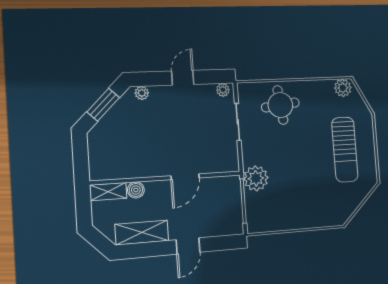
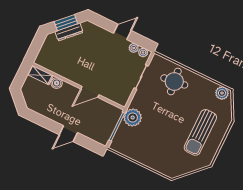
plant: (142, 93) -> (134, 48), moved
dresser: (114, 115) -> (69, 32), added
shelving: (142, 232) -> (46, 110), removed

